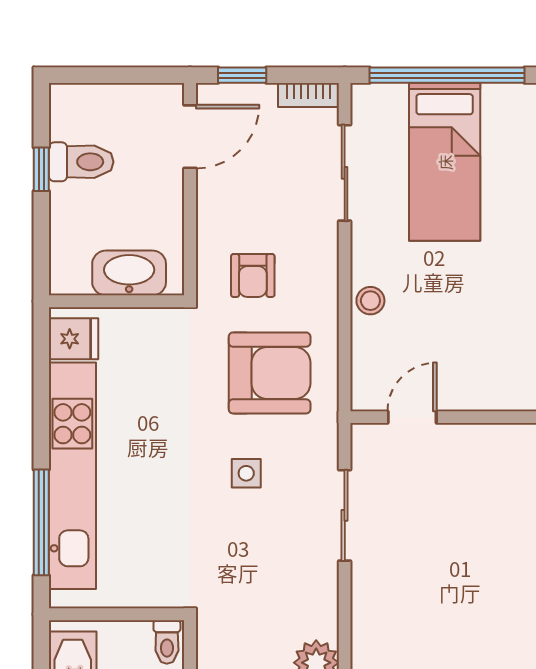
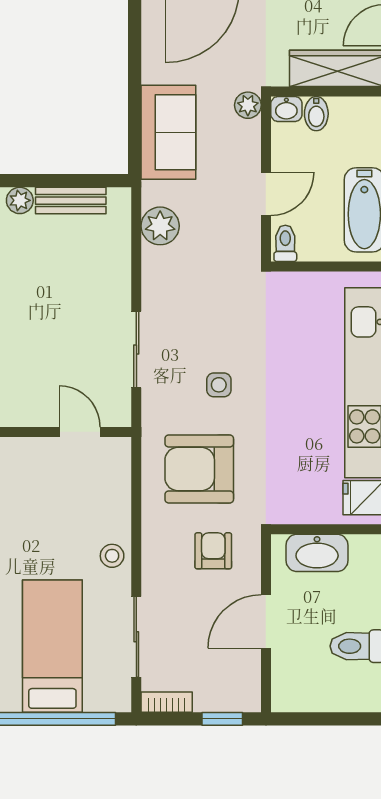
door: (190, 137) -> (266, 622), moved
stool: (370, 301) -> (112, 556), moved
door: (412, 417) -> (80, 432), swing flipped

